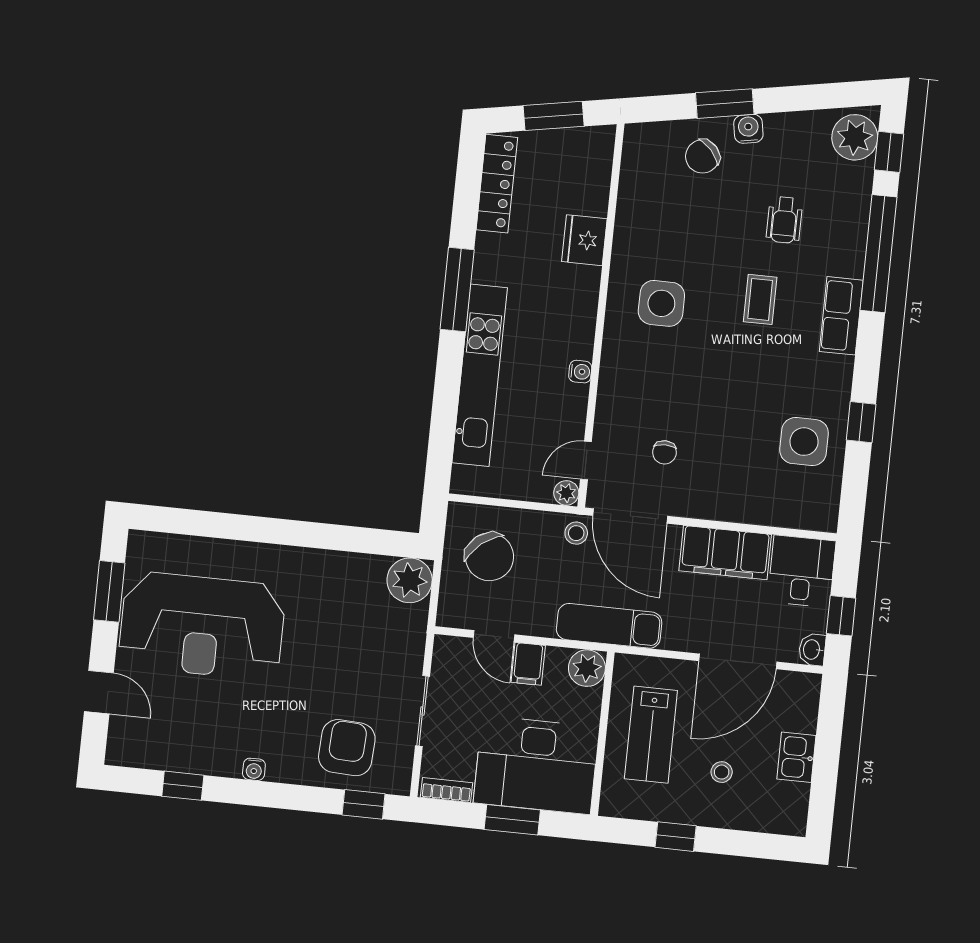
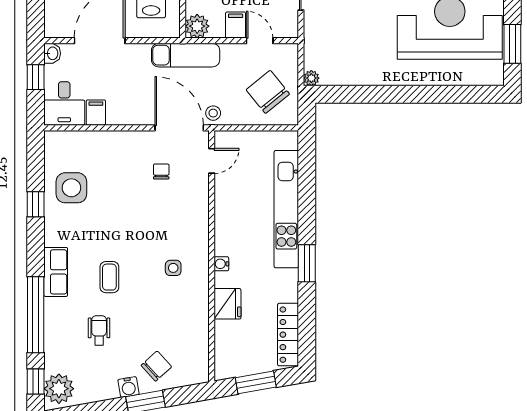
window: (457, 290) -> (307, 263), width x0.69
side table: (661, 303) -> (173, 268), width x0.54, depth x0.54
water cooler: (580, 372) -> (221, 264), moved
plant: (566, 493) -> (222, 138), removed
filing cabinet: (725, 553) -> (96, 113), width x0.33, depth x0.86
plant: (410, 580) -> (311, 78), width x0.53, depth x0.53

